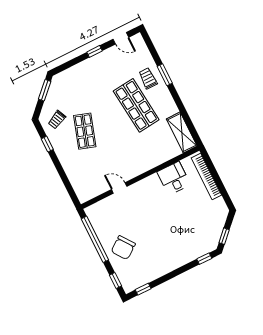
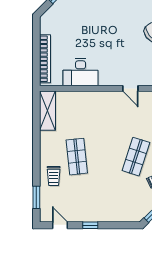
window: (165, 75) -> (36, 197), moved
shop shelf: (136, 105) -> (77, 157), width x0.70, depth x0.74
desk: (174, 178) -> (81, 72), width x1.37

